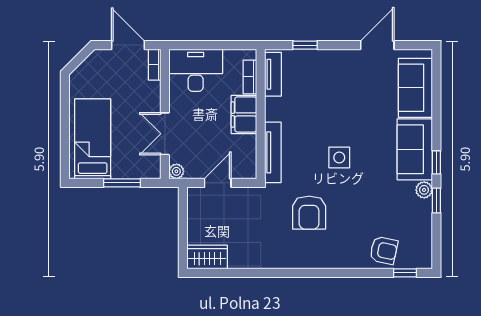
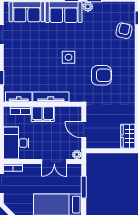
tv unit: (273, 152) -> (51, 97), moved

